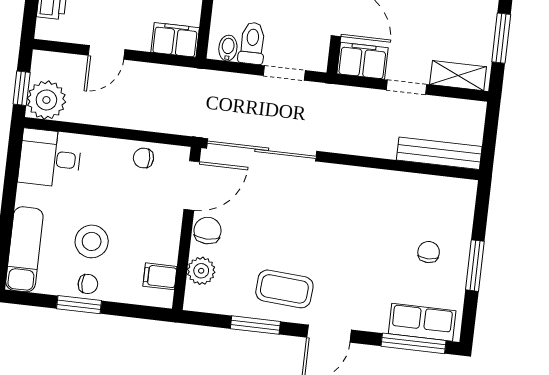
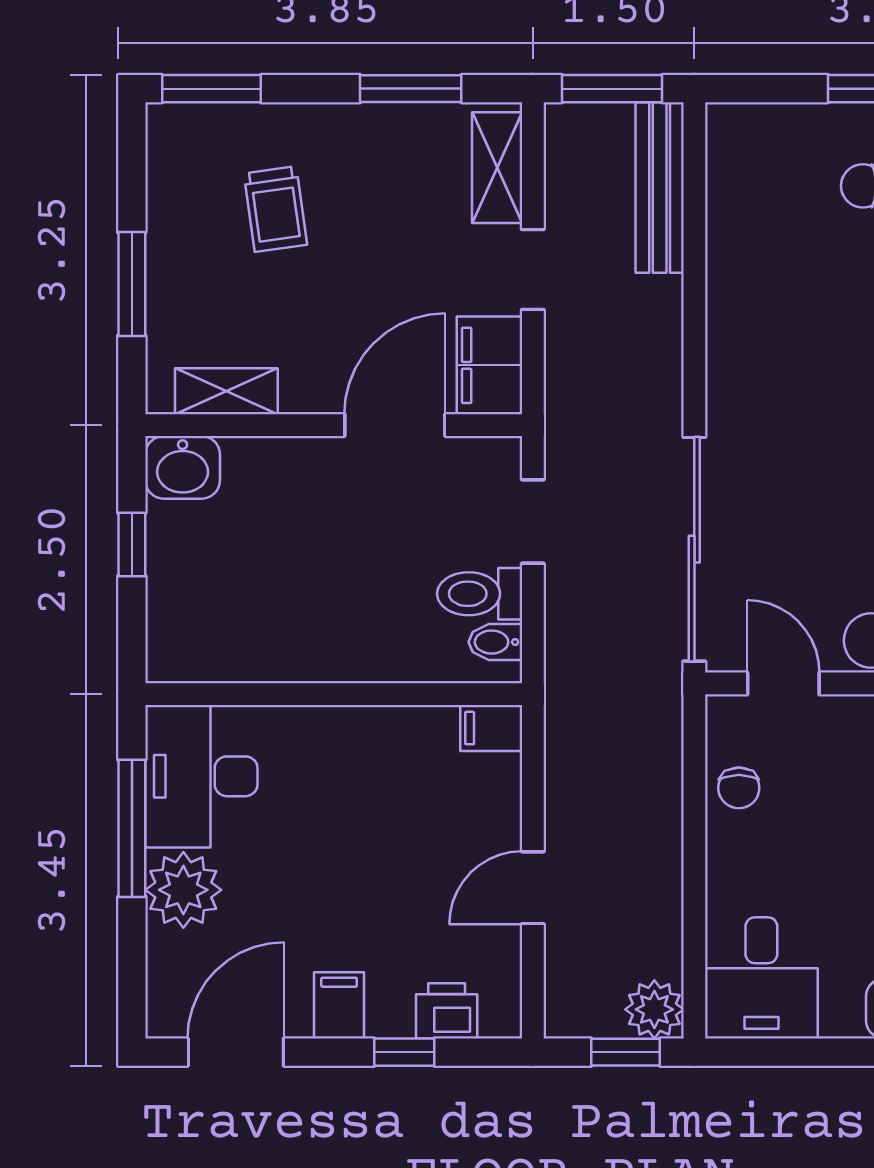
filing cabinet: (175, 40) -> (491, 728), width x0.50
door: (107, 52) -> (533, 888), swing flipped
plant: (46, 100) -> (654, 1009), width x0.73, depth x0.73
window: (490, 136) -> (612, 89), added
door: (192, 185) -> (783, 683), width x0.73

